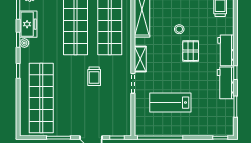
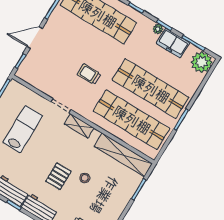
pallet: (191, 51) -> (58, 176), turned 90

